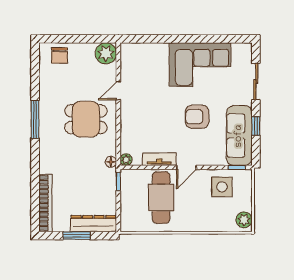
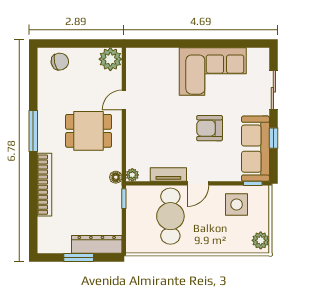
chair: (59, 56) -> (60, 62), turned -102
bookcase: (45, 203) -> (44, 185), moved

